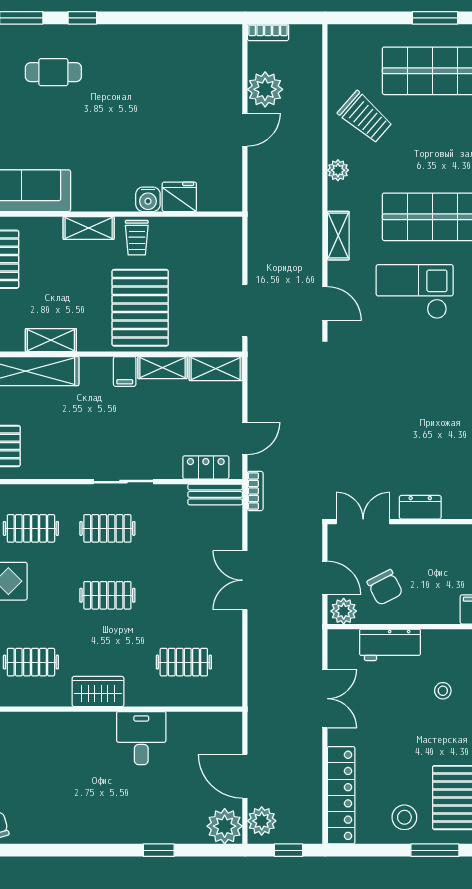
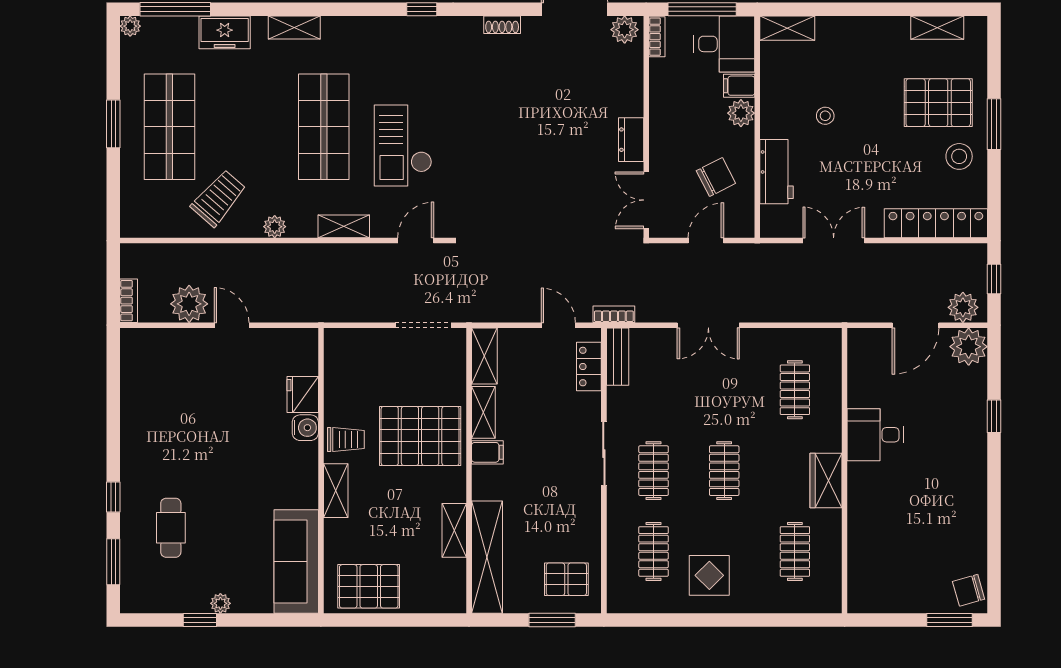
plant: (344, 611) -> (741, 113), moved

